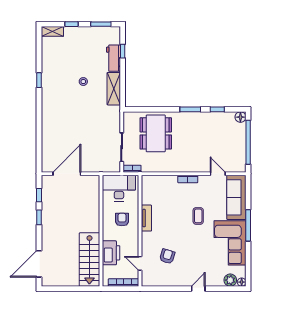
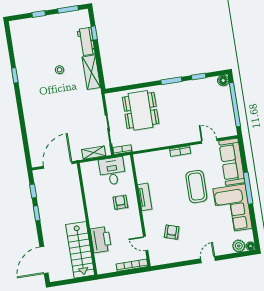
shelving: (52, 31) -> (94, 153), moved
desk: (119, 188) -> (112, 171), width x0.73
coffee table: (198, 216) -> (196, 187), width x1.86, depth x1.72
wall: (101, 231) -> (87, 219), moved
printer: (111, 253) -> (101, 240), moved
stairs: (89, 260) -> (80, 250), moved

